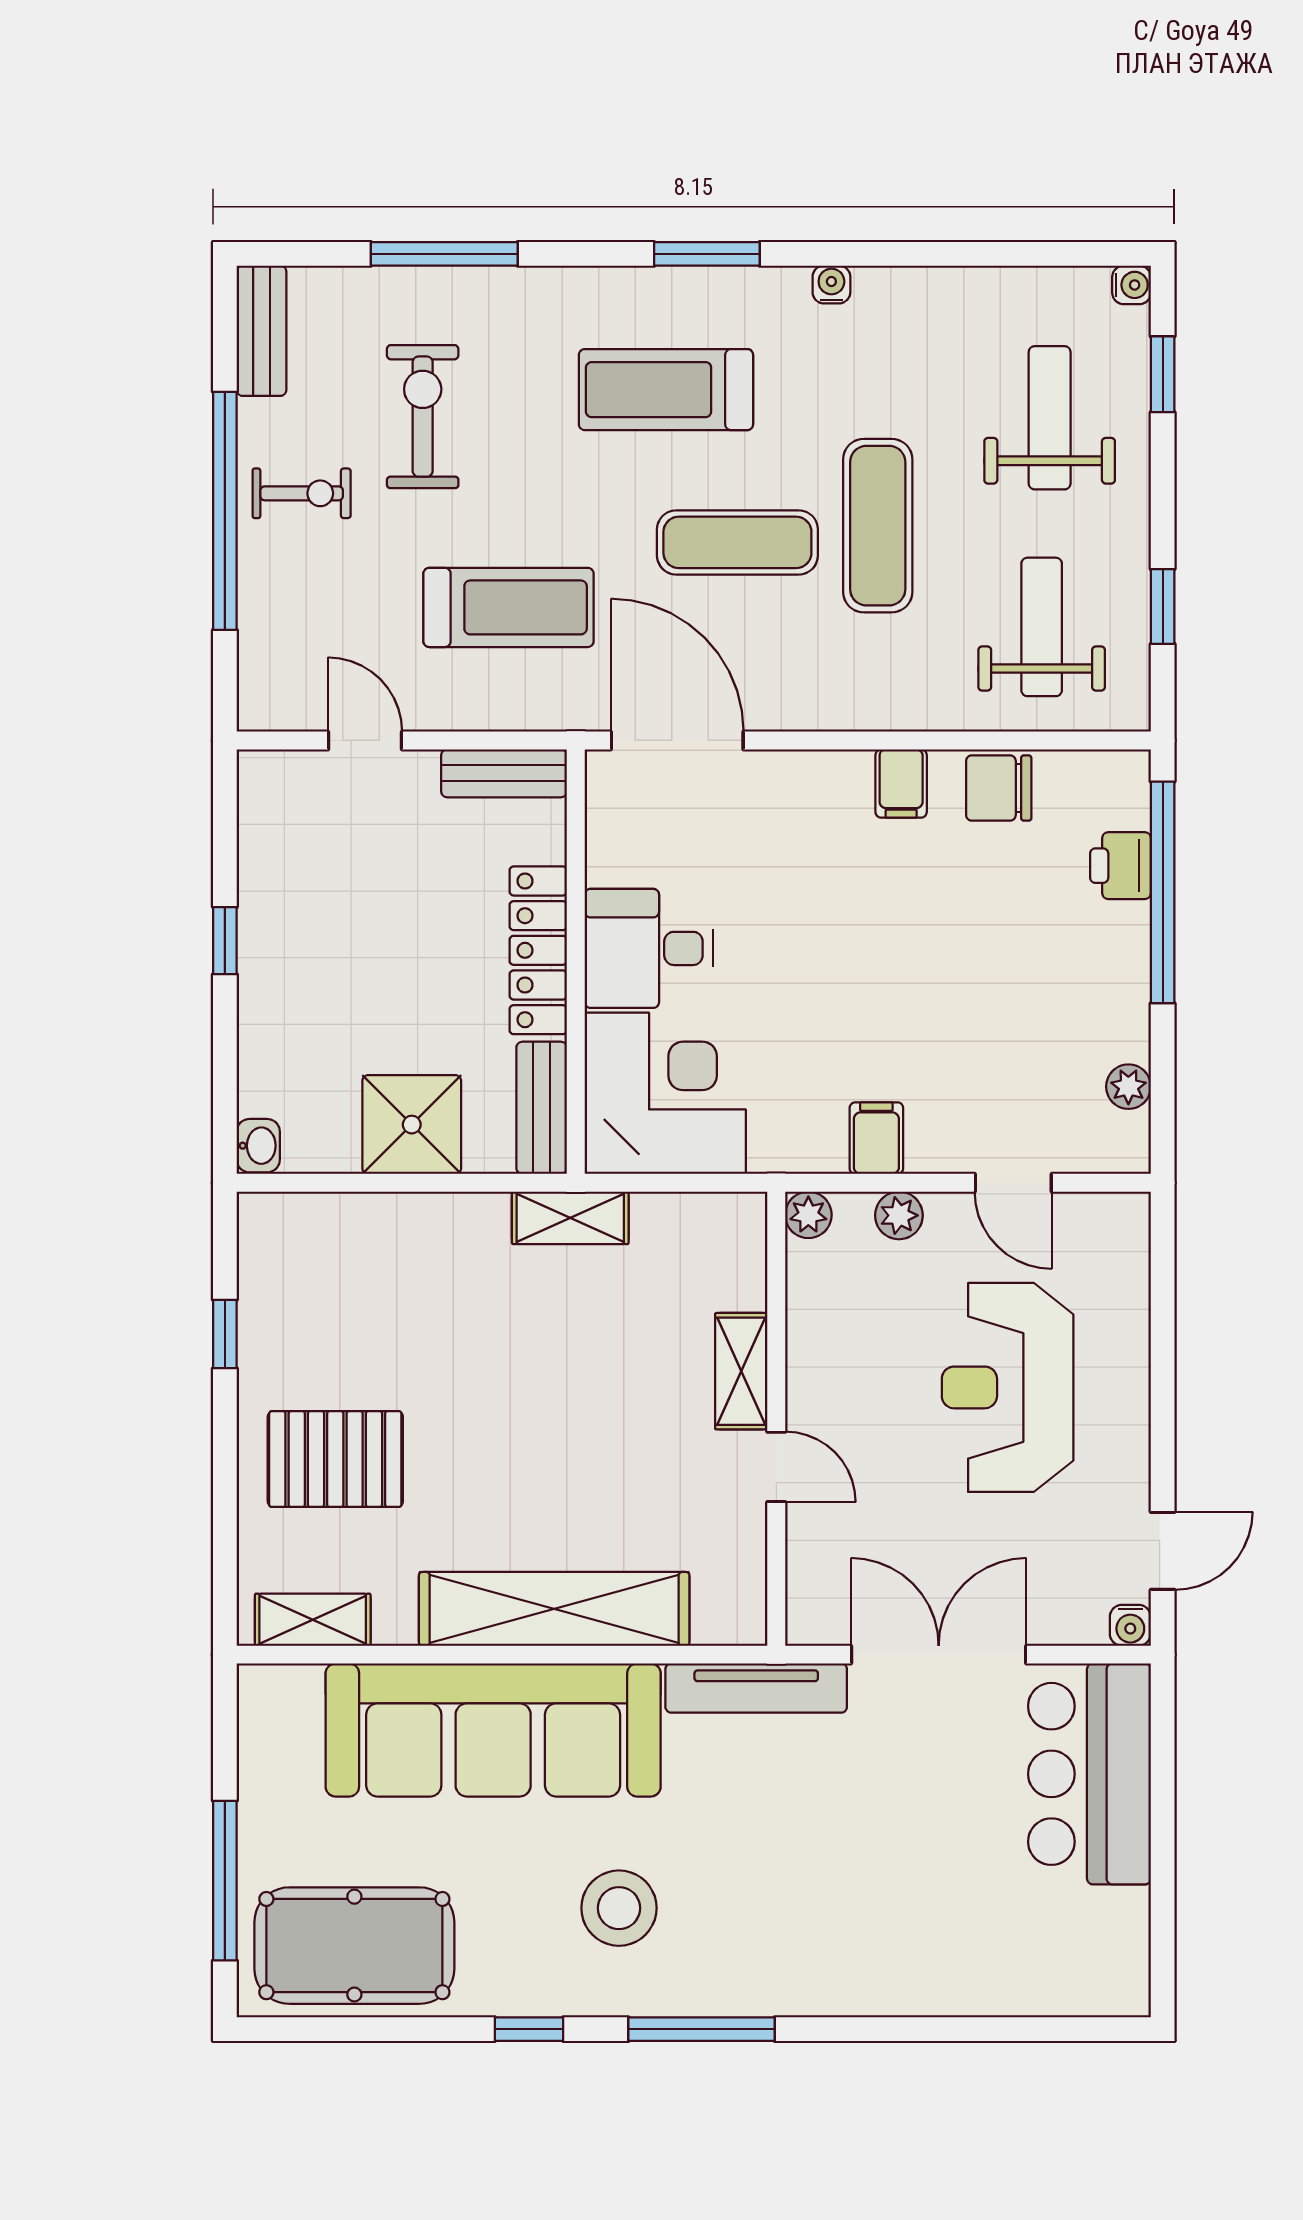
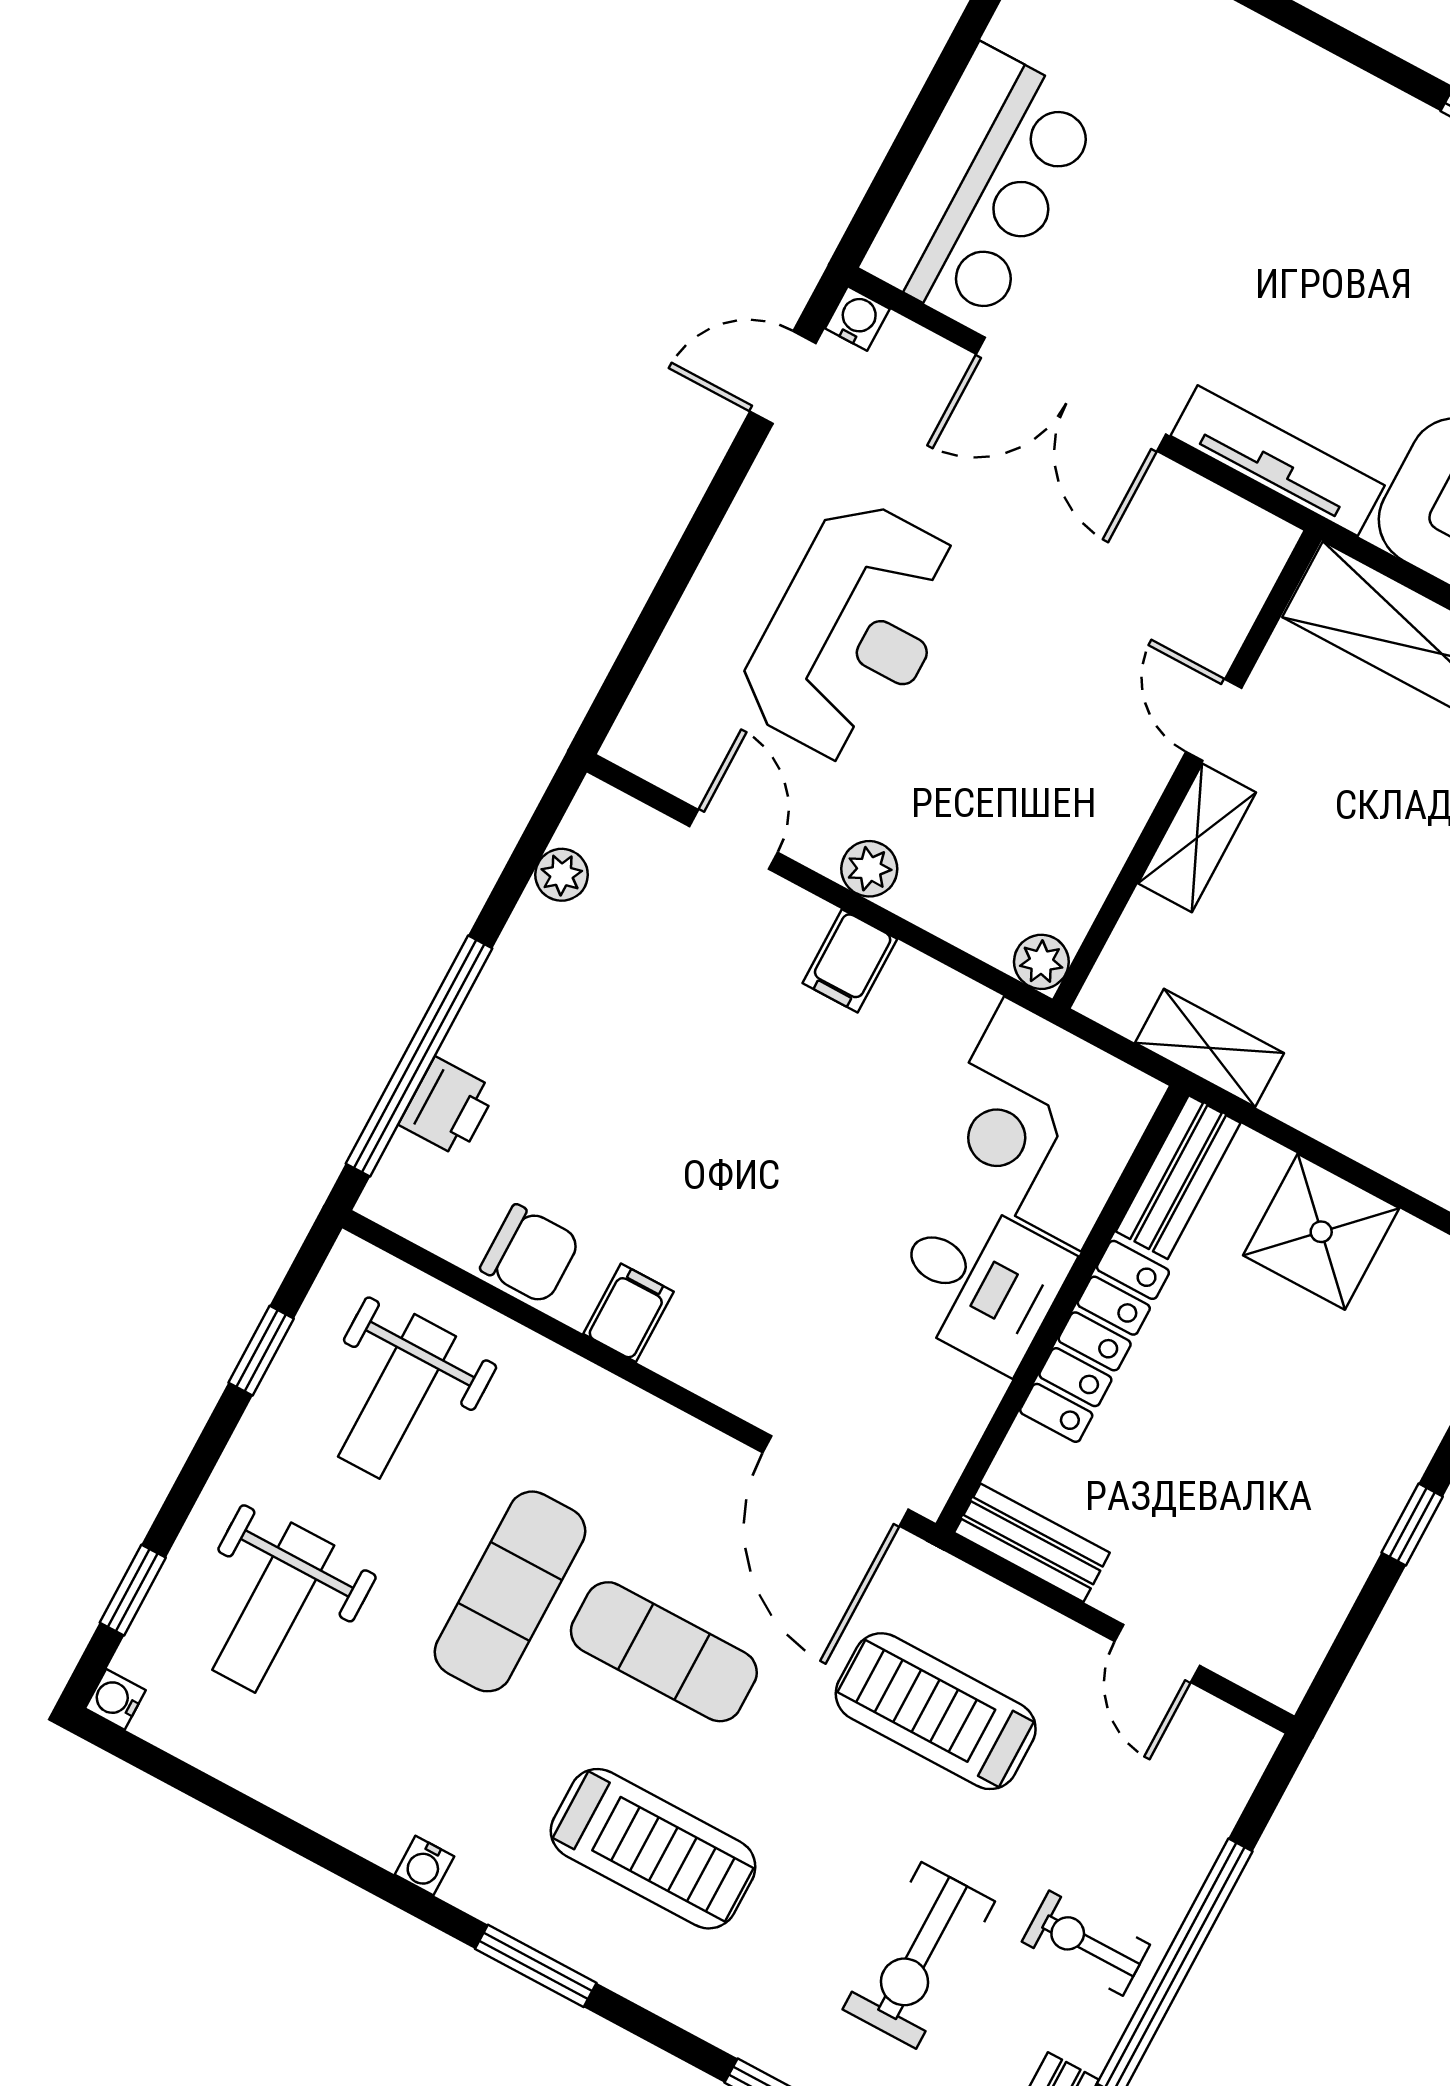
plant: (808, 1215) -> (1041, 962), moved
shelving: (741, 1371) -> (1197, 838), moved
wall: (776, 1419) -> (1187, 770), moved
door: (776, 1467) -> (1214, 720), moved

